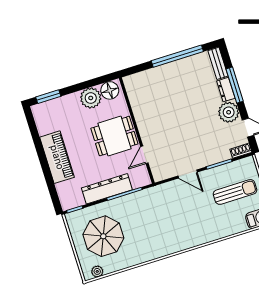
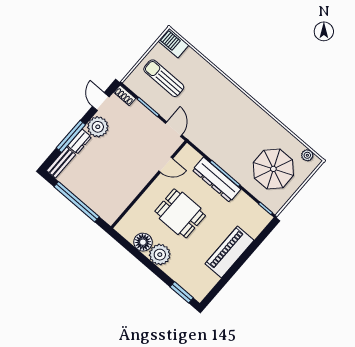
wall: (137, 131) -> (149, 184), moved
door: (144, 155) -> (166, 165), moved
dresser: (107, 189) -> (217, 180), moved

